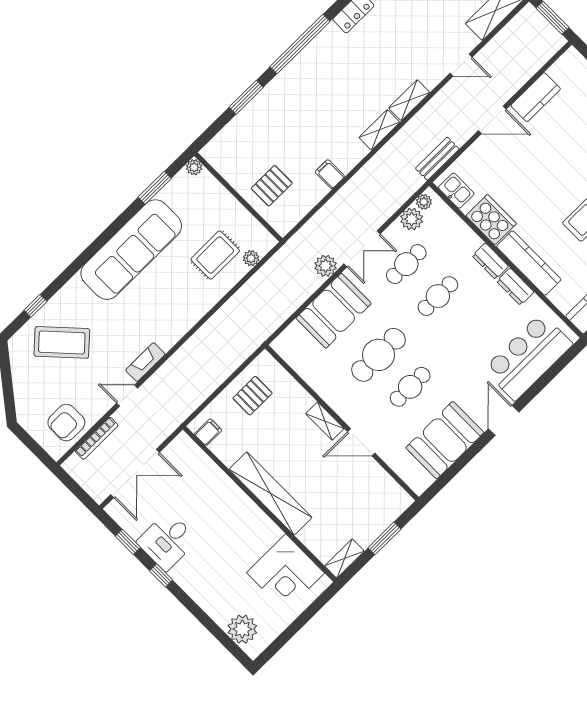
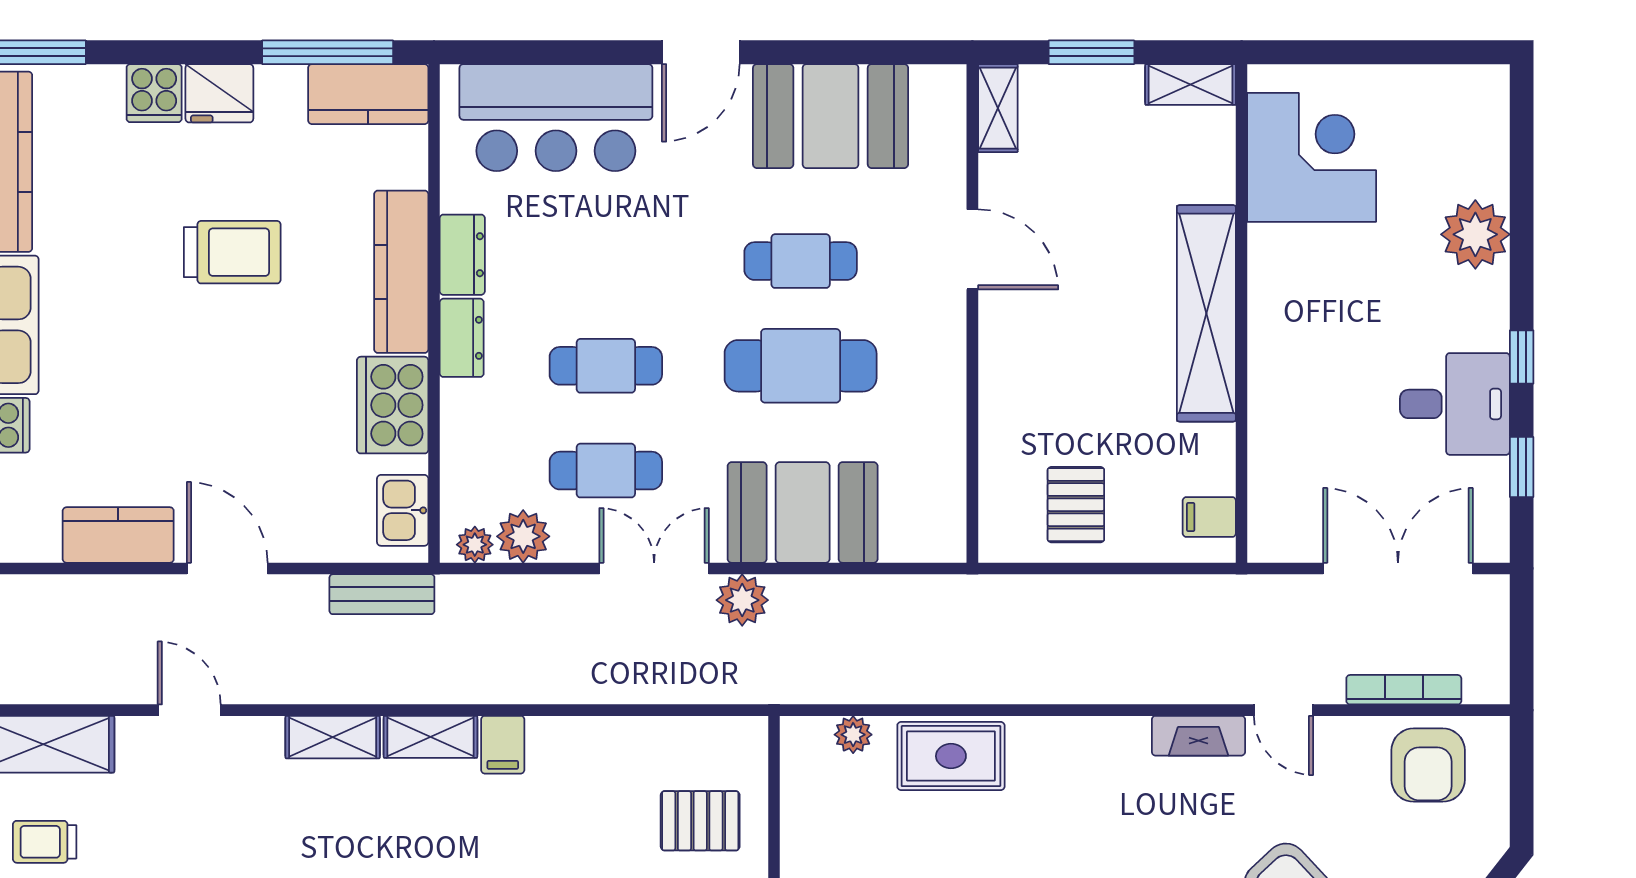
filing cabinet: (330, 174) -> (503, 745), moved
rug: (215, 255) -> (951, 756), moved
pallet: (253, 396) -> (1076, 505), turned 90
shelving: (325, 421) -> (998, 108), moved
armchair: (66, 423) -> (1428, 765), turned 90
plant: (242, 629) -> (1475, 234), moved

